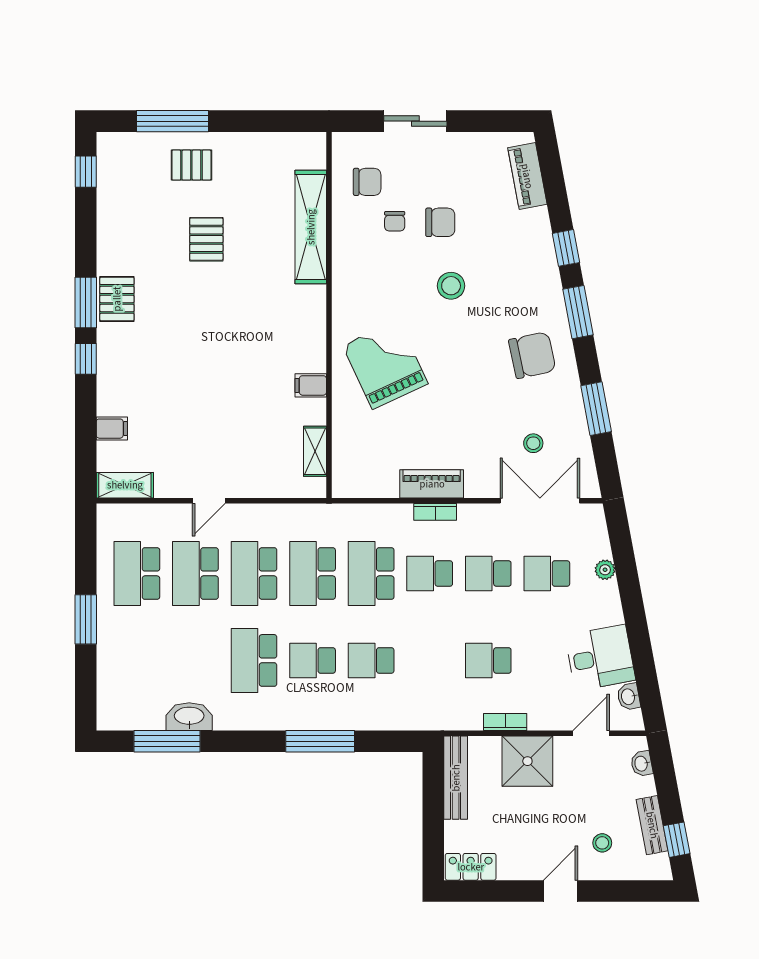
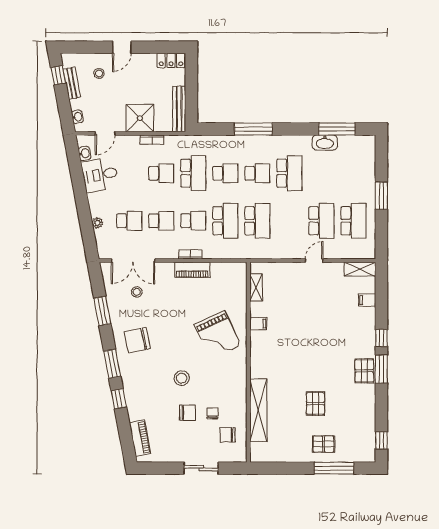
chair: (440, 222) -> (188, 413), turned 180
school desk: (254, 573) -> (193, 173), moved

